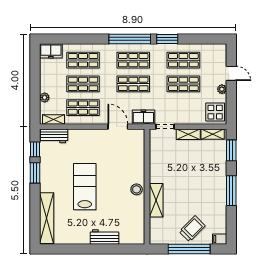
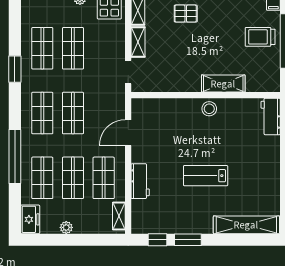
window: (130, 39) -> (15, 156), moved
plant: (45, 97) -> (66, 227), moved
freezer: (143, 117) -> (116, 100), removed
workbench: (54, 136) -> (140, 181), moved
pallet: (210, 171) -> (186, 14), added
lab bench: (85, 187) -> (206, 176), width x0.73, depth x0.72
trolley: (192, 229) -> (260, 37), turned -45
workbench: (104, 237) -> (271, 116), moved

